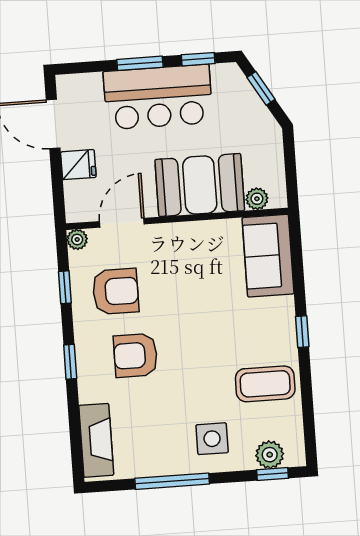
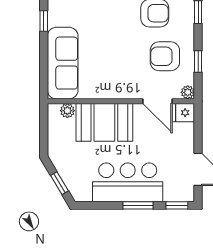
window: (198, 59) -> (177, 205), moved
fridge: (78, 165) -> (183, 113), moved
door: (122, 223) -> (157, 101), hinge flipped
sofa: (268, 256) -> (63, 63), width x1.36

